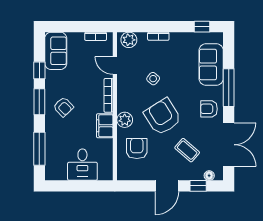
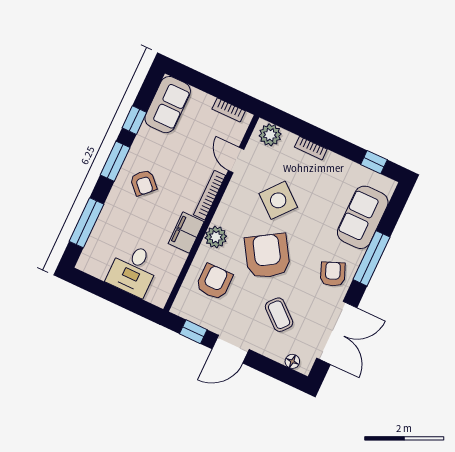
side table: (153, 79) -> (278, 200), width x1.87, depth x1.87
armchair: (209, 109) -> (333, 274), turned 68
window: (198, 186) -> (193, 332), moved

